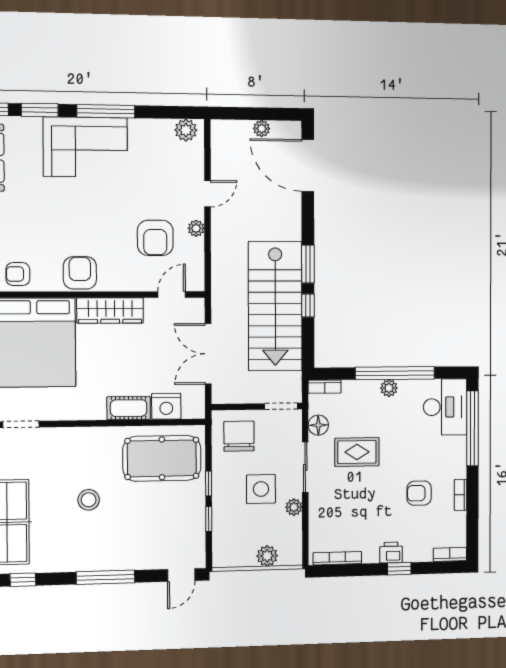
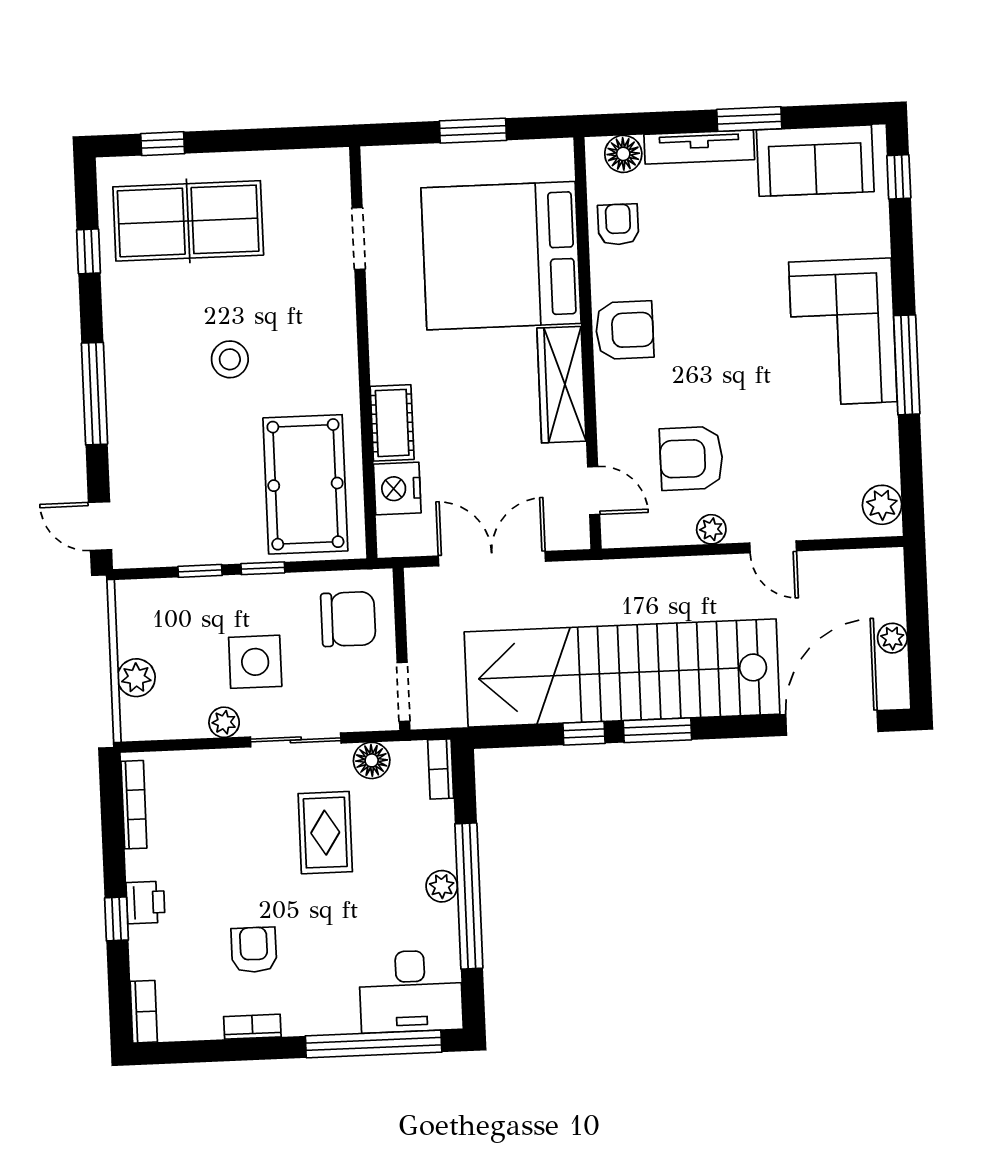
window: (40, 110) -> (902, 252), removed
stairs: (275, 306) -> (622, 673), width x1.36

